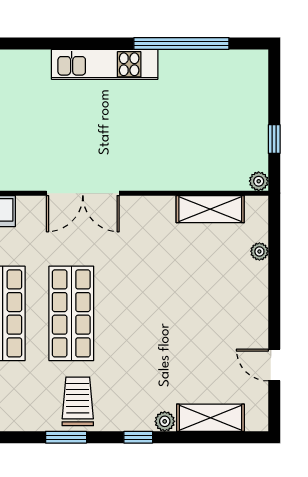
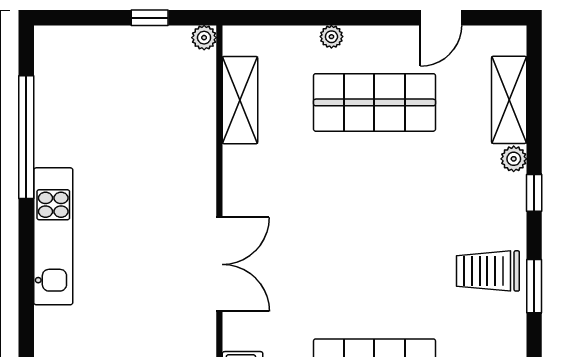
plant: (259, 251) -> (331, 37), moved
shop shelf: (71, 313) -> (374, 102), moved

